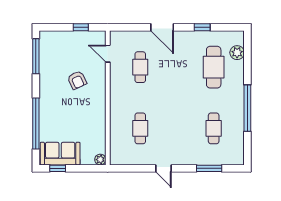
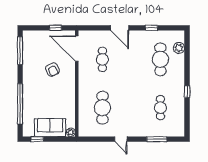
door: (108, 54) -> (77, 49), width x1.88
window: (247, 108) -> (187, 92), width x0.32
cafe table: (140, 128) -> (102, 108), width x1.37, depth x1.35
sofa: (60, 154) -> (50, 128), moved

